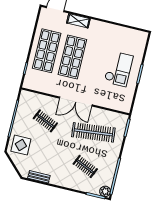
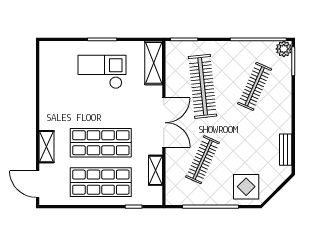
shelving: (46, 88) -> (156, 170), added
shelving: (116, 104) -> (154, 63), added
clothes rail: (45, 121) -> (203, 160), width x1.36
clothes rail: (85, 166) -> (255, 86), width x1.36

